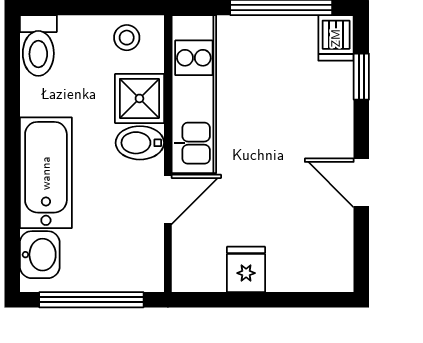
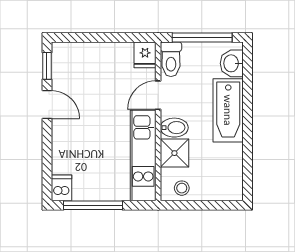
toilet: (38, 45) -> (171, 59), moved, turned 180
window: (361, 77) -> (47, 66), moved
fridge: (246, 269) -> (145, 55), moved

